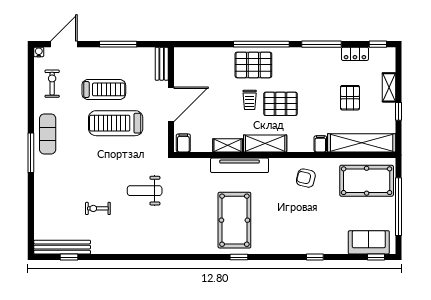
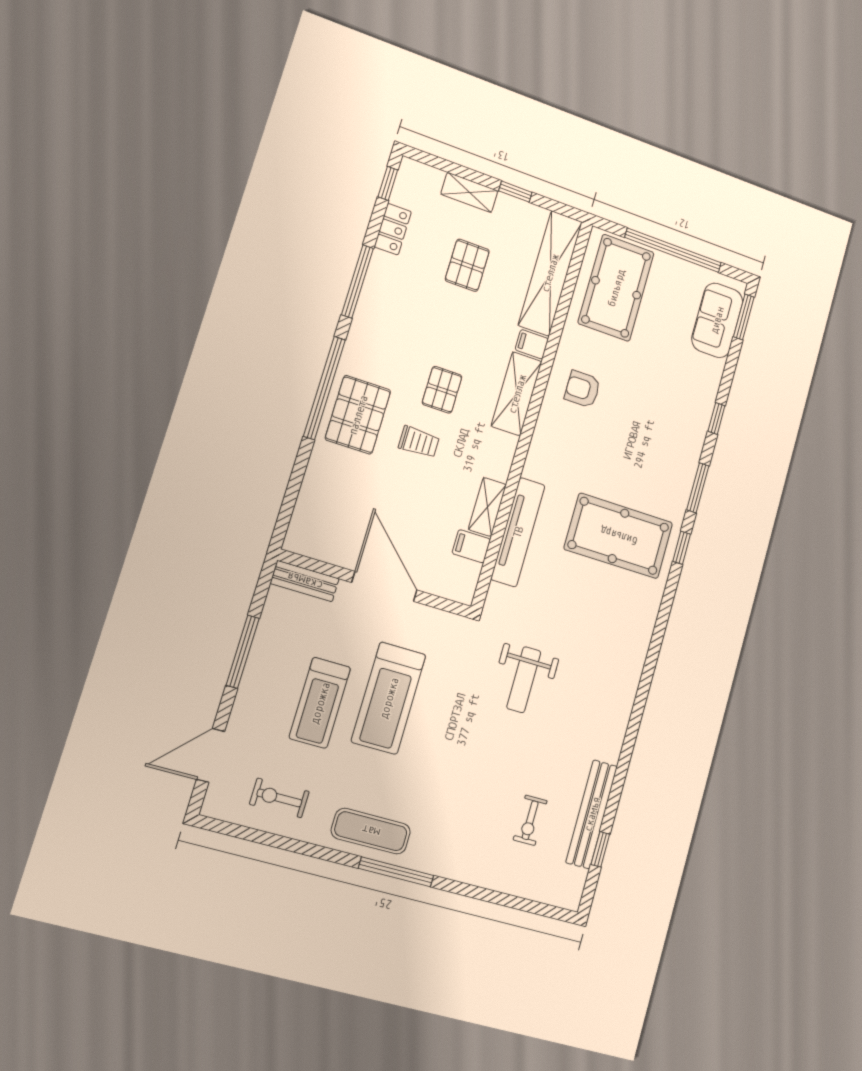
door: (64, 44) -> (211, 755), hinge flipped
water cooler: (39, 52) -> (211, 808), removed
treadmill: (104, 89) -> (320, 703), turned 180
pallet: (350, 98) -> (467, 265), turned 90
pallet: (281, 104) -> (442, 390), width x0.67, depth x0.71
filing cabinet: (183, 143) -> (471, 546), moved
shelving: (265, 143) -> (517, 394), moved
tv unit: (240, 165) -> (518, 532), moved
armchair: (306, 178) -> (582, 389), turned 77
exercise bike: (98, 208) -> (530, 820), moved
bench: (62, 247) -> (592, 814), moved
window: (274, 257) -> (698, 488), added
window: (376, 257) -> (744, 317), width x1.50

